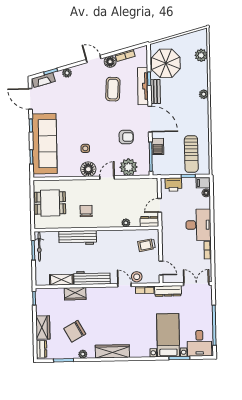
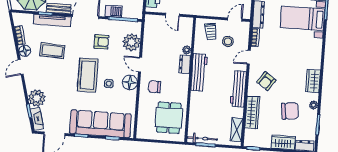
plant: (67, 73) -> (37, 98), width x1.87, depth x1.87
coffee table: (92, 127) -> (88, 75), added
armchair: (126, 137) -> (101, 42), turned 90
dining table: (50, 203) -> (169, 118), moved
chair: (86, 211) -> (155, 87), moved
dresser: (149, 221) -> (185, 64), moved
workbench: (78, 238) -> (199, 72), moved
stool: (137, 277) -> (228, 41), moved
shelving: (61, 280) -> (237, 130), moved
wardrobe: (75, 294) -> (252, 112), width x1.50
armchair: (102, 305) -> (266, 81), added
chair: (75, 331) -> (290, 111), turned -68
wardrobe: (112, 351) -> (313, 81), width x0.67

